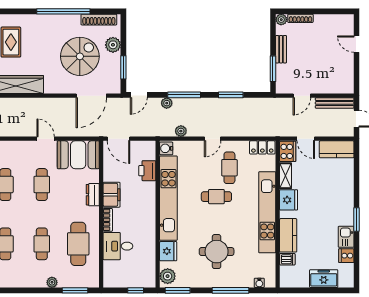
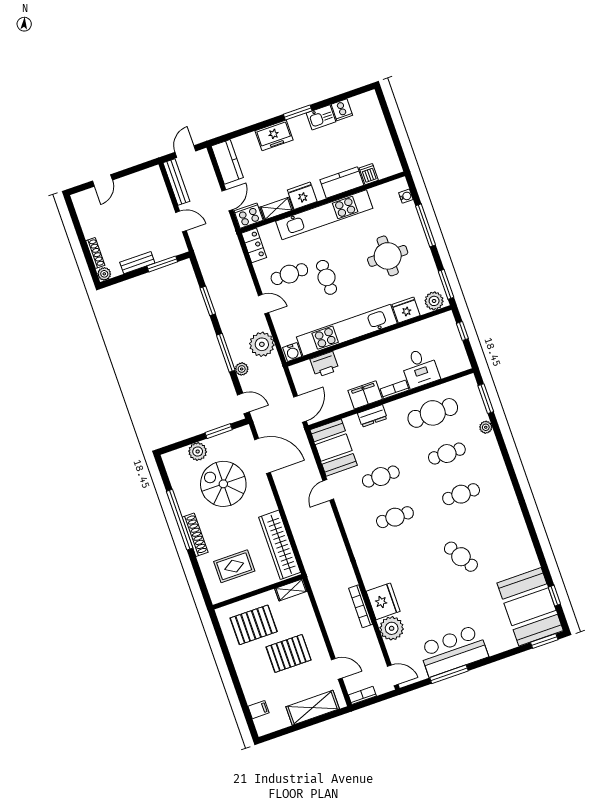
shoe rack: (99, 20) -> (195, 535), moved
plant: (181, 131) -> (262, 344), width x1.88, depth x1.88
freezer: (324, 279) -> (274, 135), moved, turned -90

